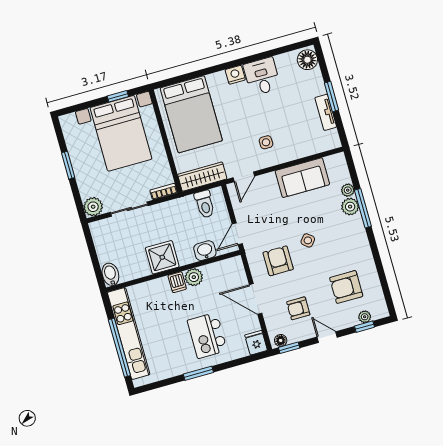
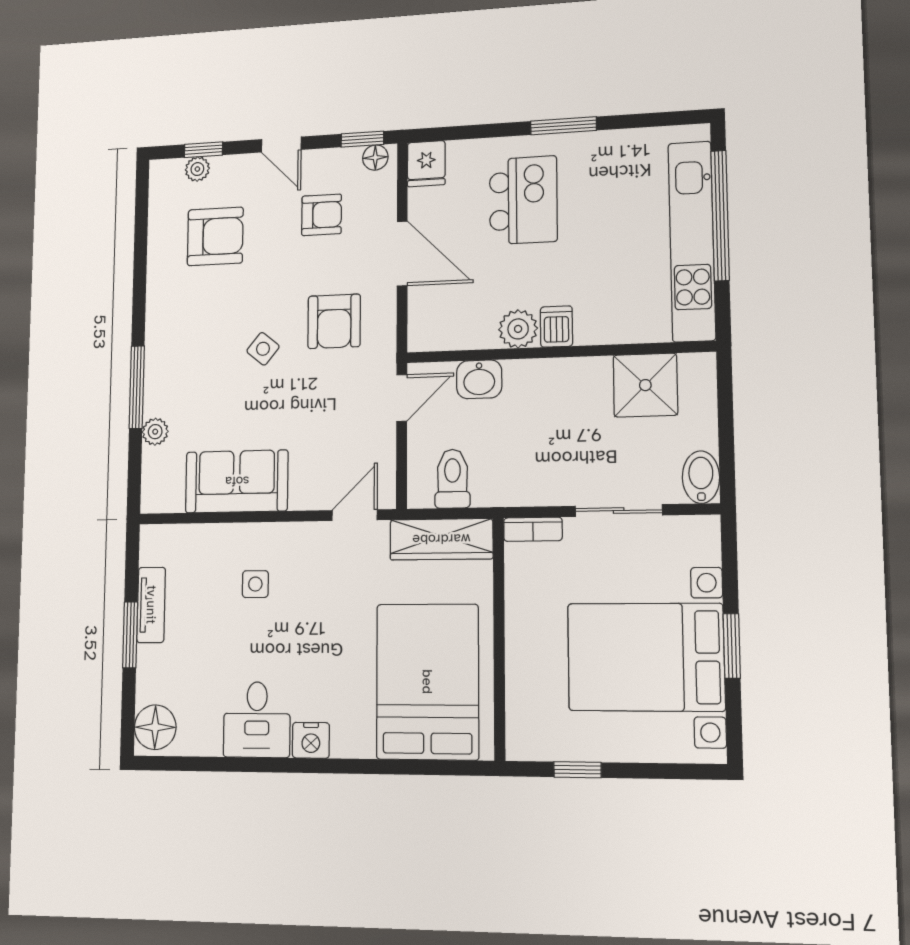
bed with nightstands: (121, 133) -> (646, 657), moved, turned -90
side table: (266, 142) -> (255, 584), moved
plant: (93, 207) -> (699, 537), removed
plant: (350, 207) -> (161, 397), removed
shower: (162, 257) -> (645, 385), moved
bidet: (110, 274) -> (701, 477), moved, turned 180

